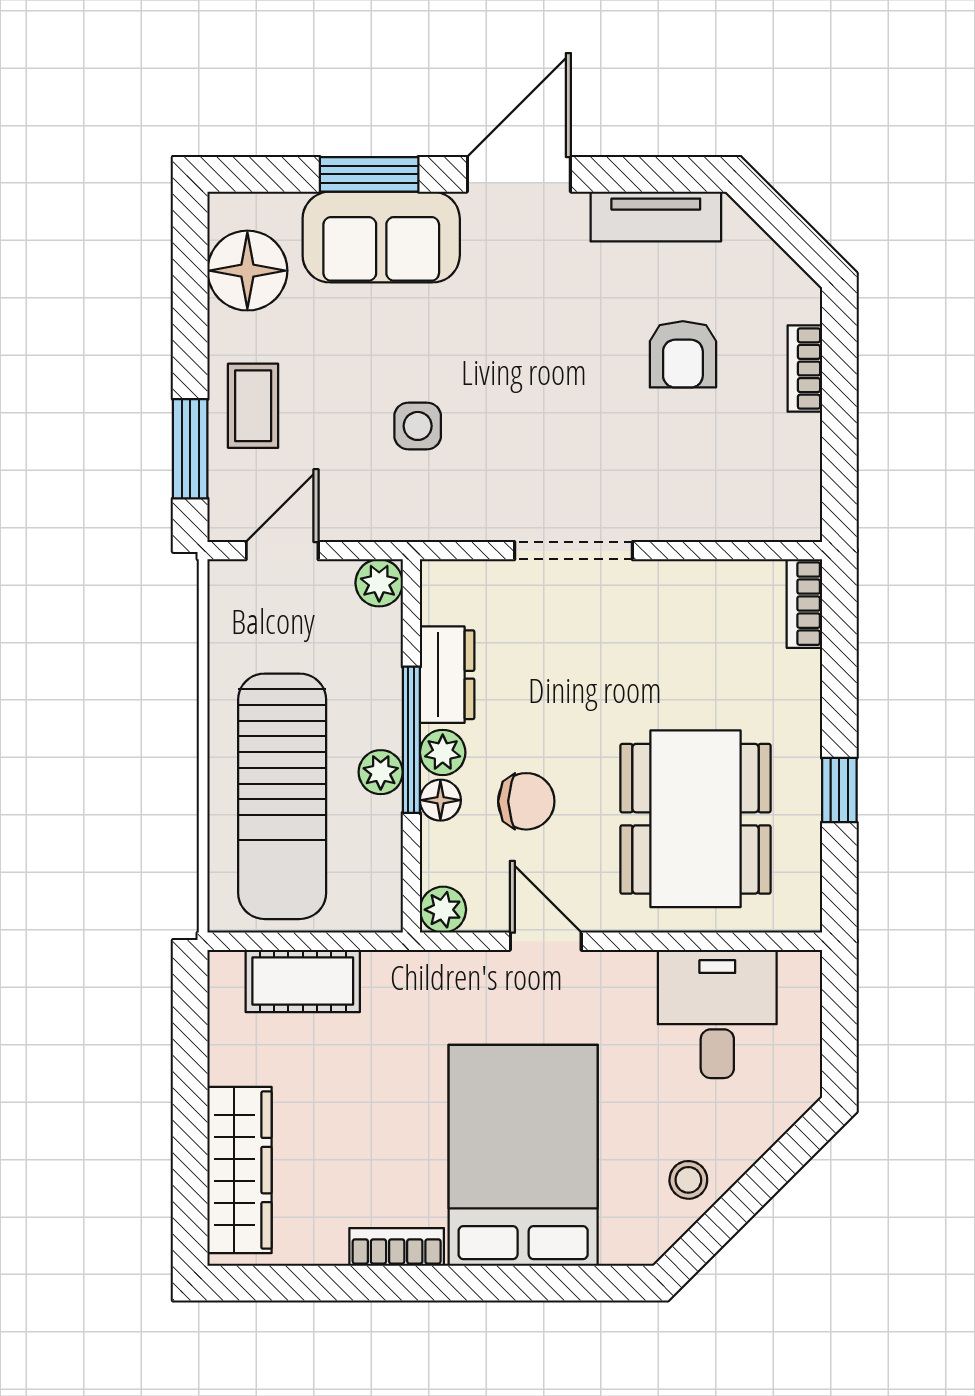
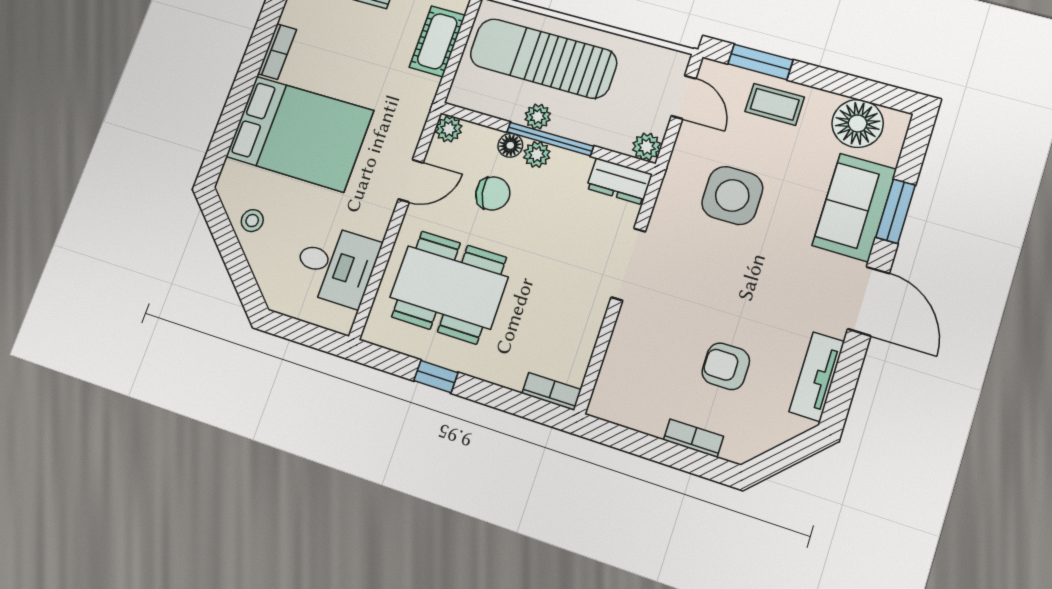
side table: (418, 426) -> (732, 195), width x1.87, depth x1.87
dresser: (447, 675) -> (619, 181), moved
chair: (526, 801) -> (493, 193), turned -102

